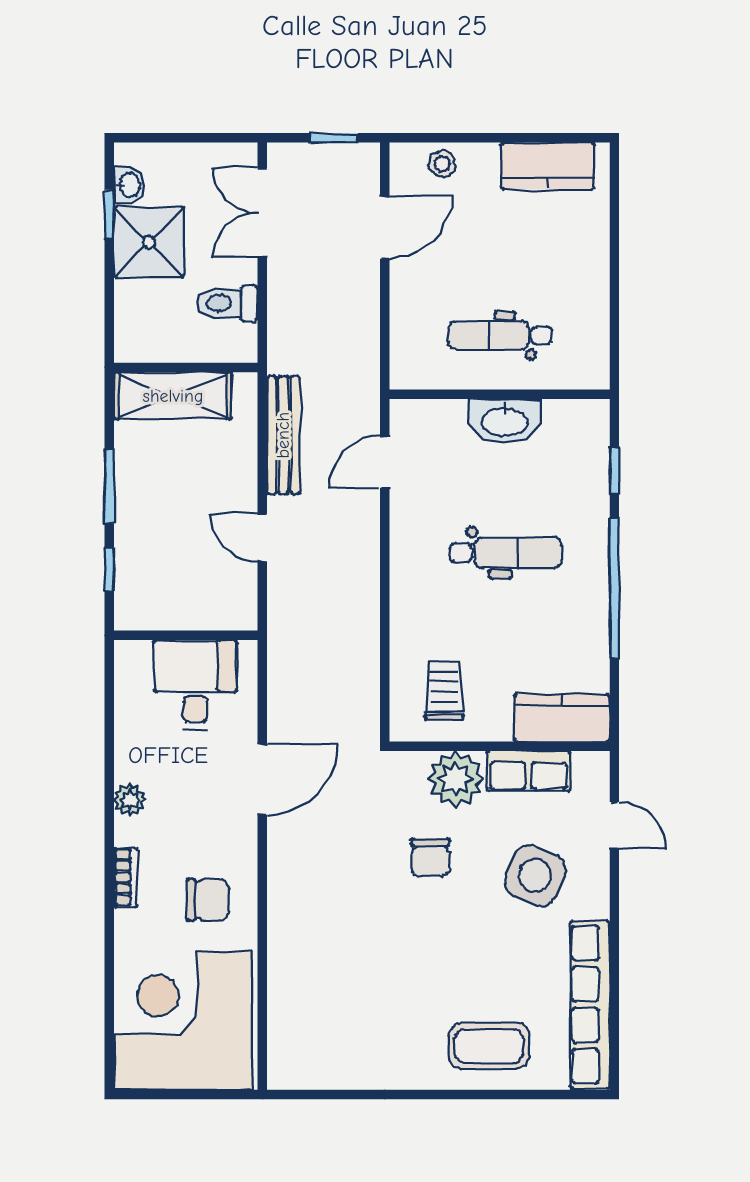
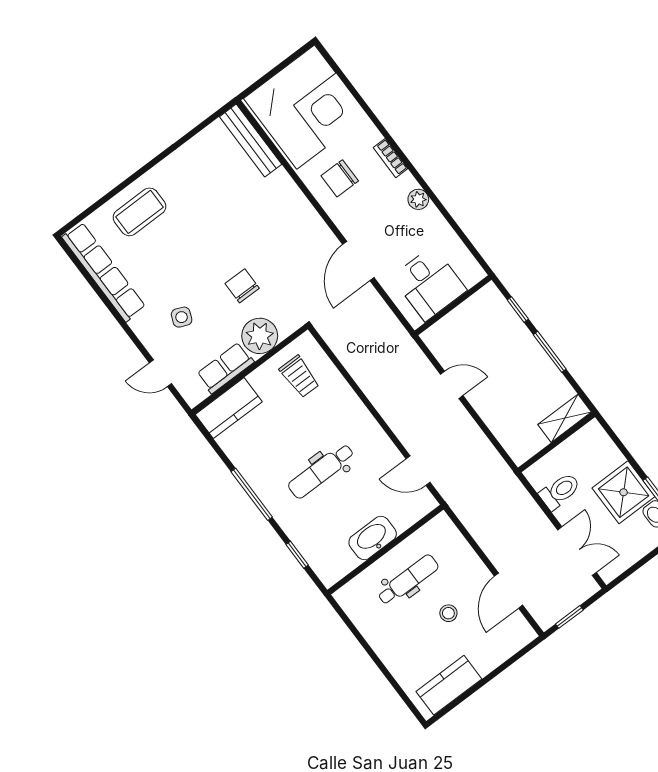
stool: (442, 164) -> (448, 613), moved
shelving: (173, 396) -> (565, 418), width x0.67, depth x0.75
bench: (283, 435) -> (251, 140), moved
door: (385, 462) -> (418, 471), swing flipped
window: (614, 589) -> (252, 494), width x0.68
side table: (535, 875) -> (182, 317), width x0.54, depth x0.54

